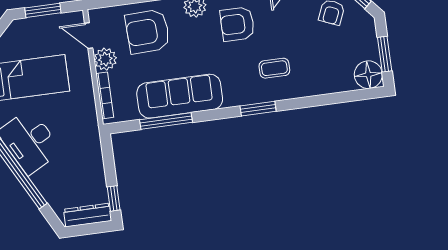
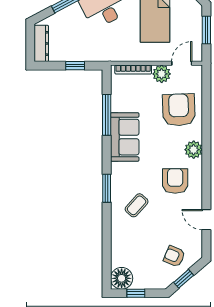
window: (385, 54) -> (136, 293), width x0.67
coffee table: (274, 68) -> (137, 205), turned 42
sofa: (180, 96) -> (125, 137), width x0.73
window: (114, 198) -> (75, 66), moved

